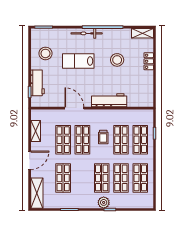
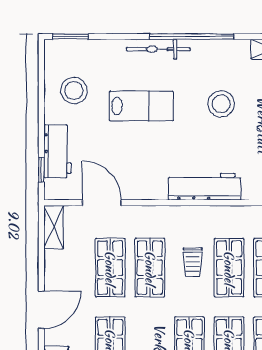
lab bench: (78, 61) -> (141, 106), turned 180
door: (74, 108) -> (102, 203), moved
shelving: (36, 131) -> (54, 227), moved

